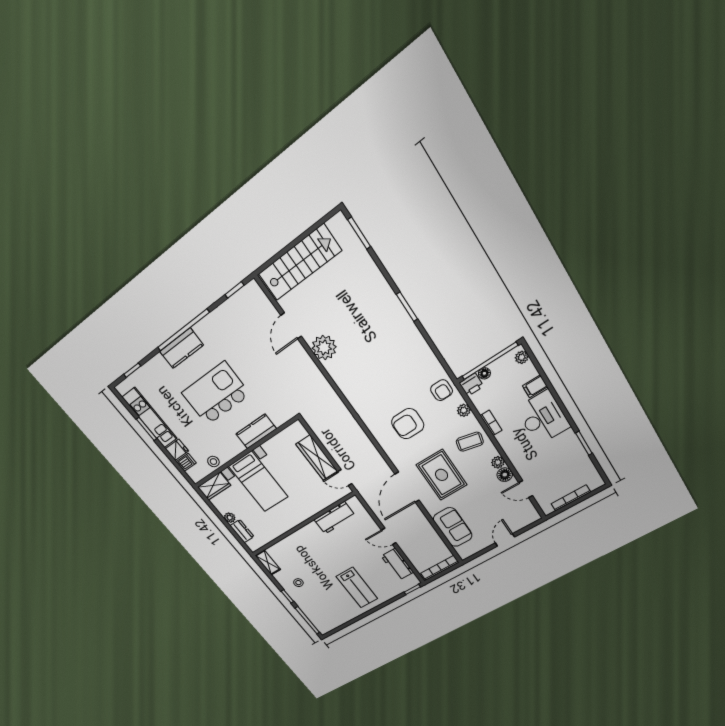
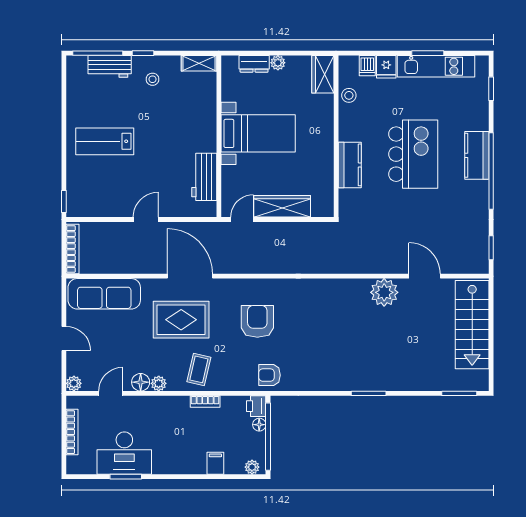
plant: (464, 410) -> (74, 383), moved
desk: (543, 418) -> (124, 453), moved
bed with nightstands: (258, 482) -> (258, 133), moved, turned 180
sofa: (453, 527) -> (104, 294), width x1.36
workbench: (397, 564) -> (110, 66), moved, turned 180

